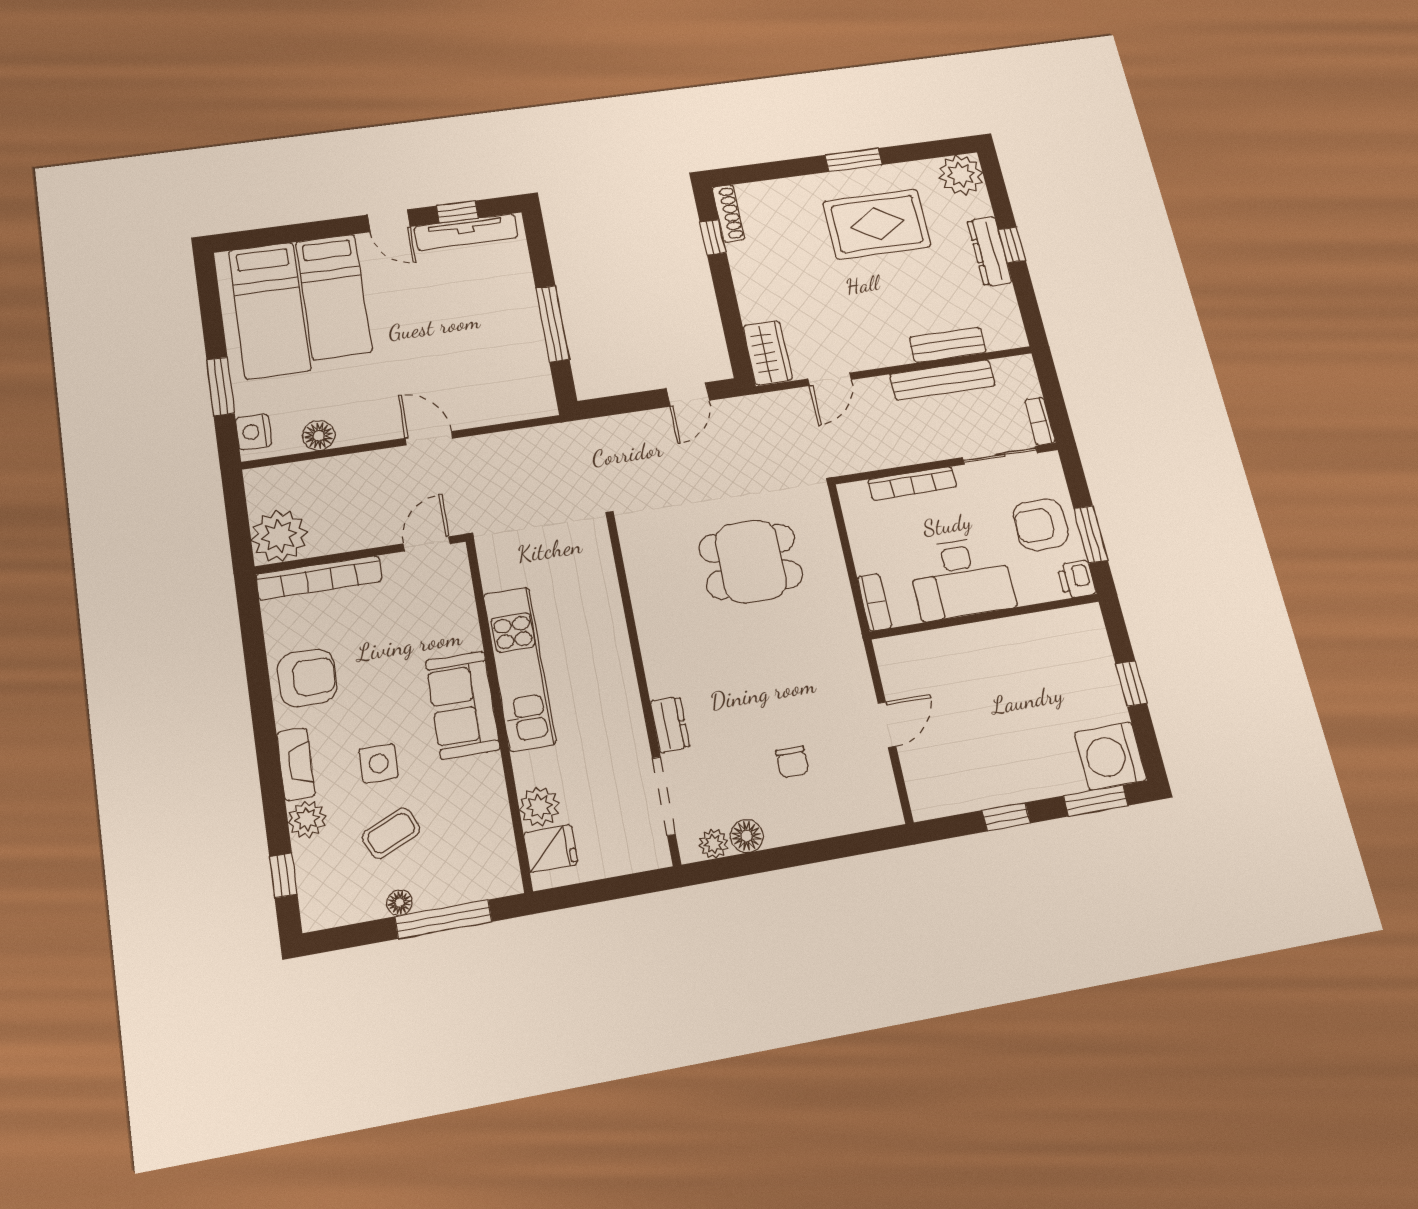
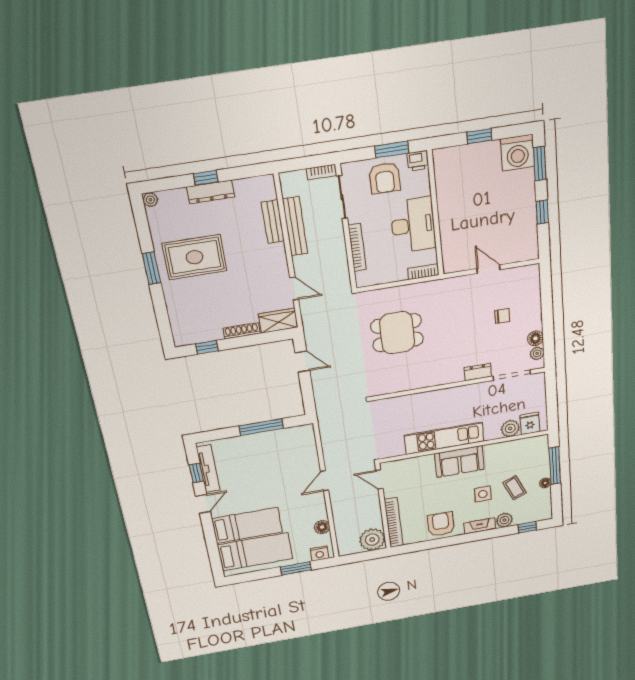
plant: (961, 175) -> (150, 200), width x0.53, depth x0.53
shoe rack: (728, 213) -> (242, 331), moved
rug: (877, 224) -> (195, 257), turned 90
dining table: (751, 561) -> (397, 333), turned 90

